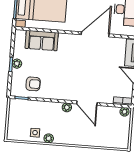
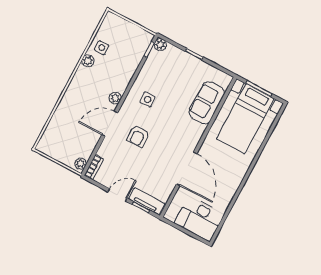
plant: (17, 64) -> (160, 45), moved
armchair: (33, 84) -> (138, 136), moved
side table: (58, 84) -> (148, 99), added

